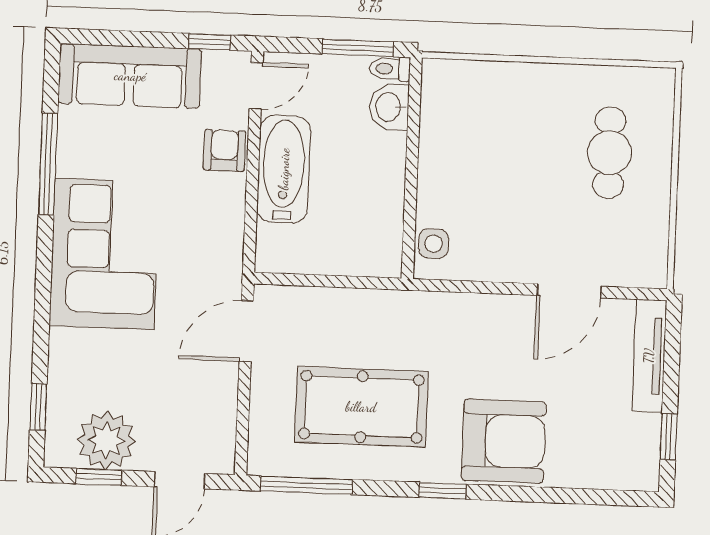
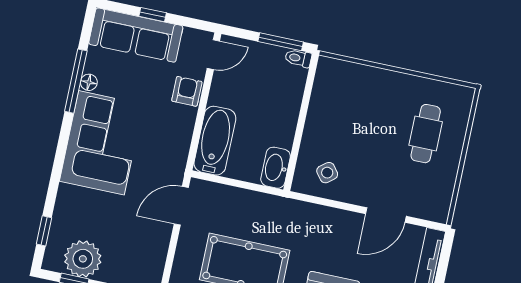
window: (210, 42) -> (153, 15), moved
washbasin: (389, 107) -> (276, 168), moved, width x1.38
floor lamp: (69, 163) -> (89, 82), added
bathtub: (284, 169) -> (215, 141), moved
side table: (434, 244) -> (327, 173), moved, turned -38

